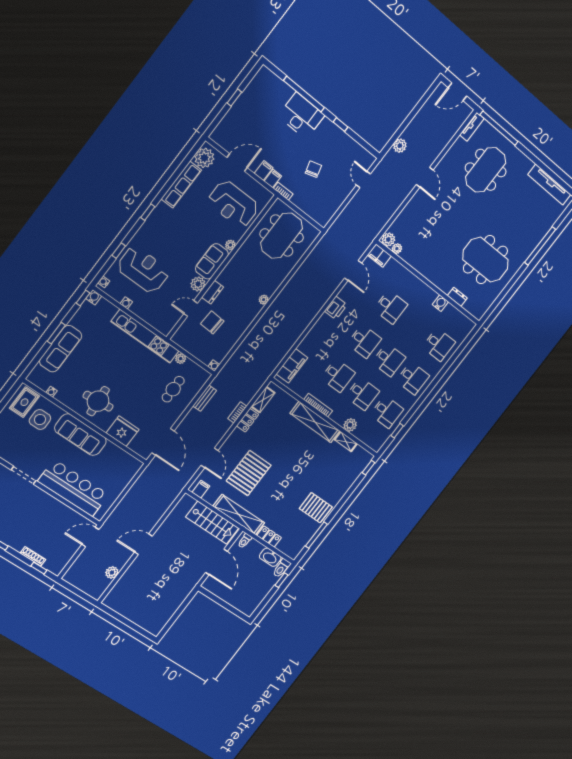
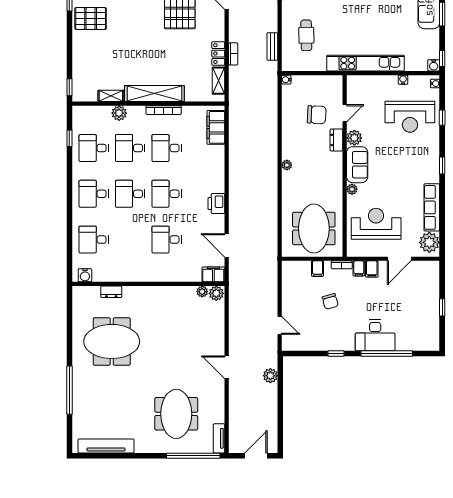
filing cabinet: (303, 202) -> (318, 269), added
water cooler: (440, 303) -> (85, 275), moved
plant: (181, 359) -> (320, 66), removed

